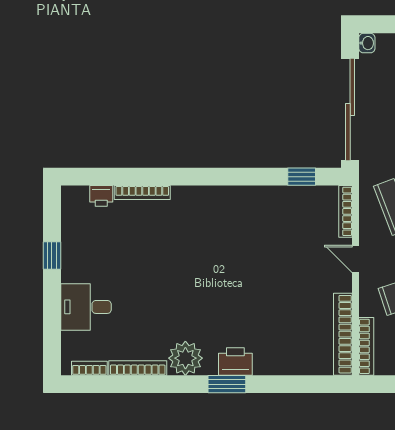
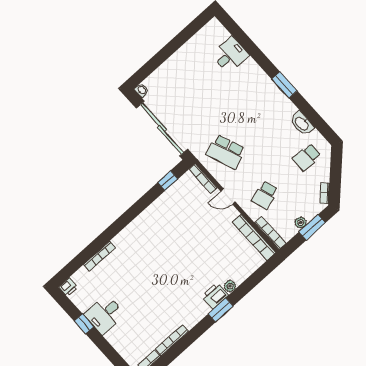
printer: (101, 196) -> (68, 287), moved
desk: (86, 307) -> (105, 314), moved
plant: (185, 358) -> (230, 286), moved, width x0.53, depth x0.53

